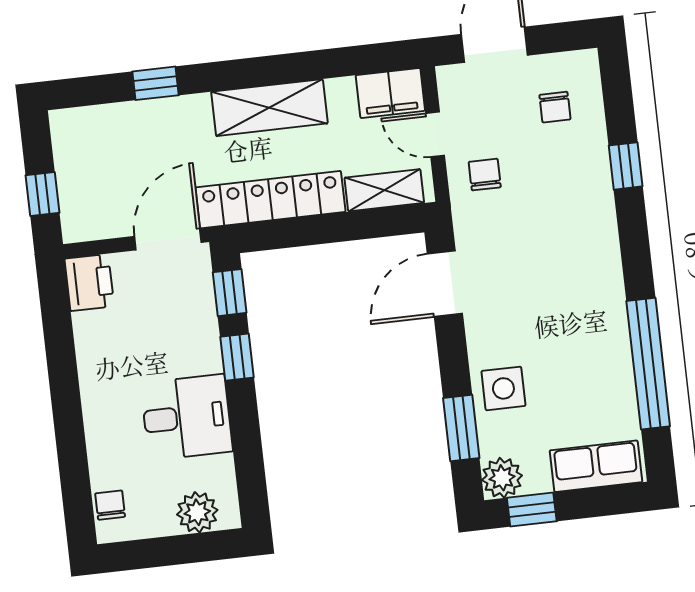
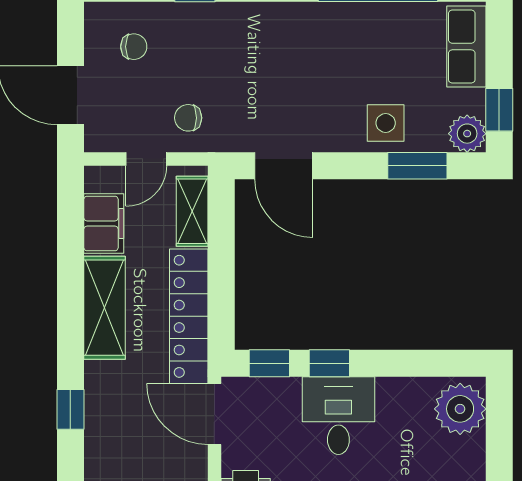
filing cabinet: (390, 93) -> (104, 223), moved
desk: (187, 417) -> (338, 416), moved
plant: (197, 512) -> (460, 409), width x1.36, depth x1.36

